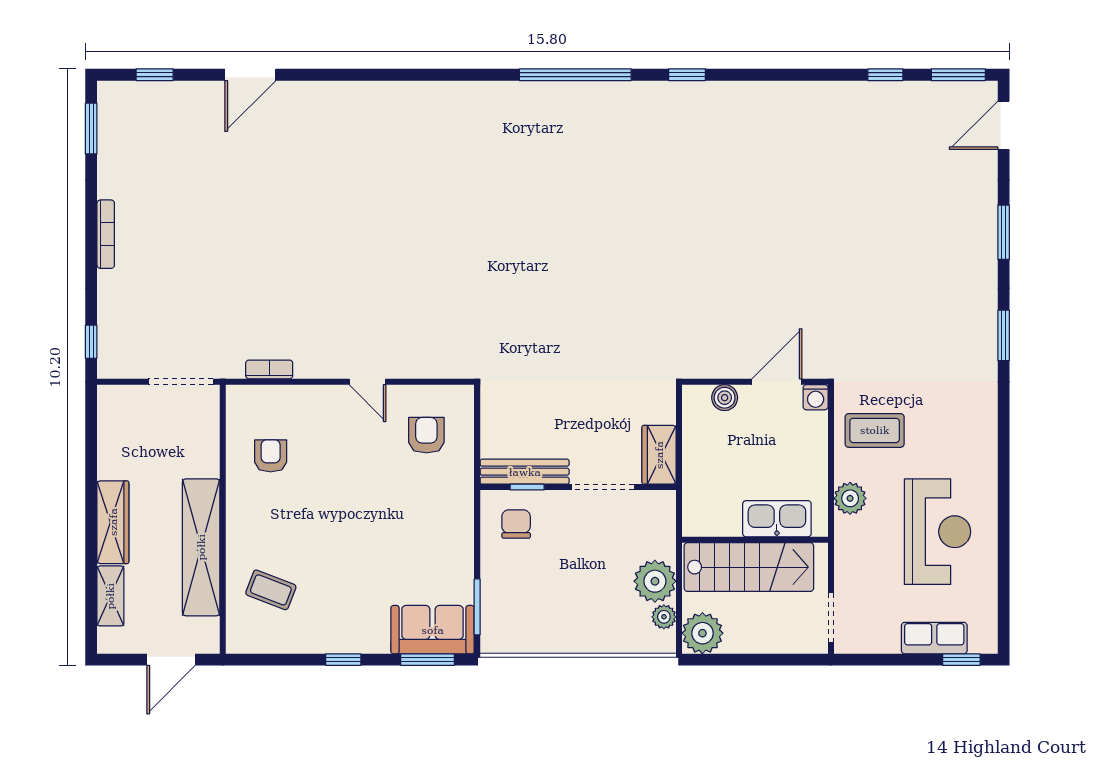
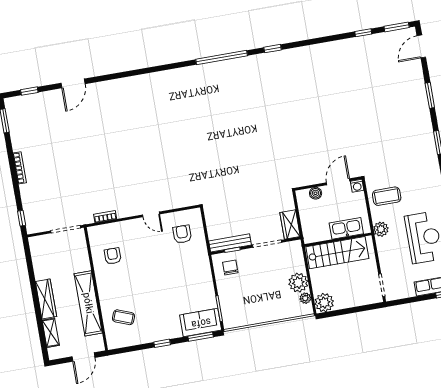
kitchen sink: (777, 519) -> (346, 228), moved
wall: (755, 540) -> (338, 240), moved
stairs: (749, 567) -> (337, 253), moved

